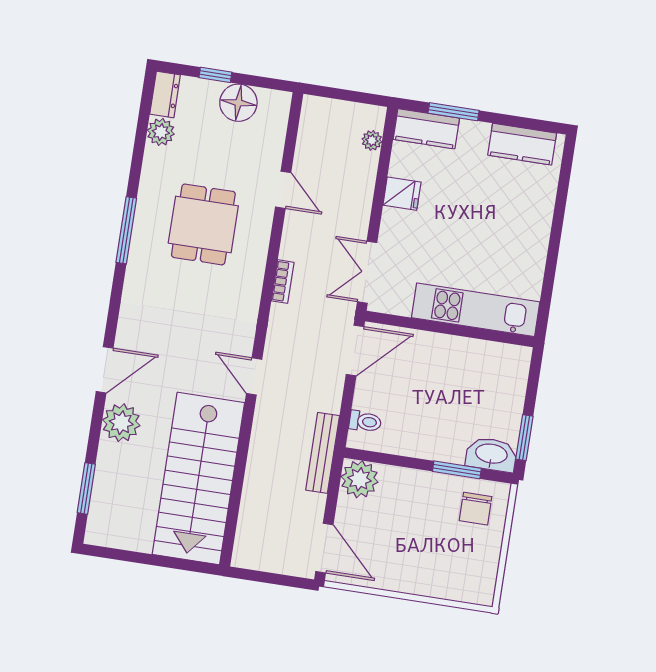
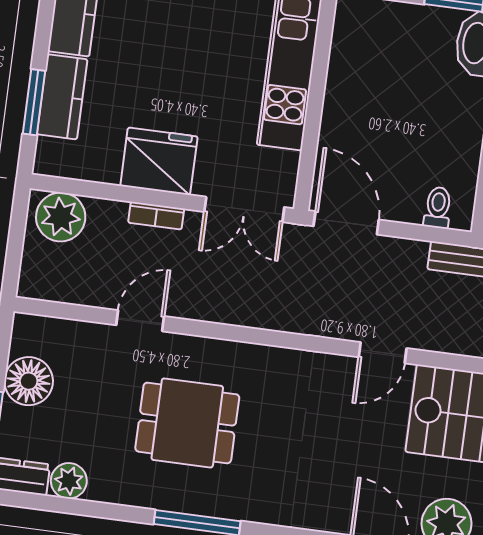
kitchen counter: (426, 129) -> (62, 97), moved
plant: (372, 140) -> (61, 217), width x1.88, depth x1.88
fridge: (402, 194) -> (159, 161), width x1.88, depth x1.34
bookcase: (283, 282) -> (156, 216), moved, turned 180

